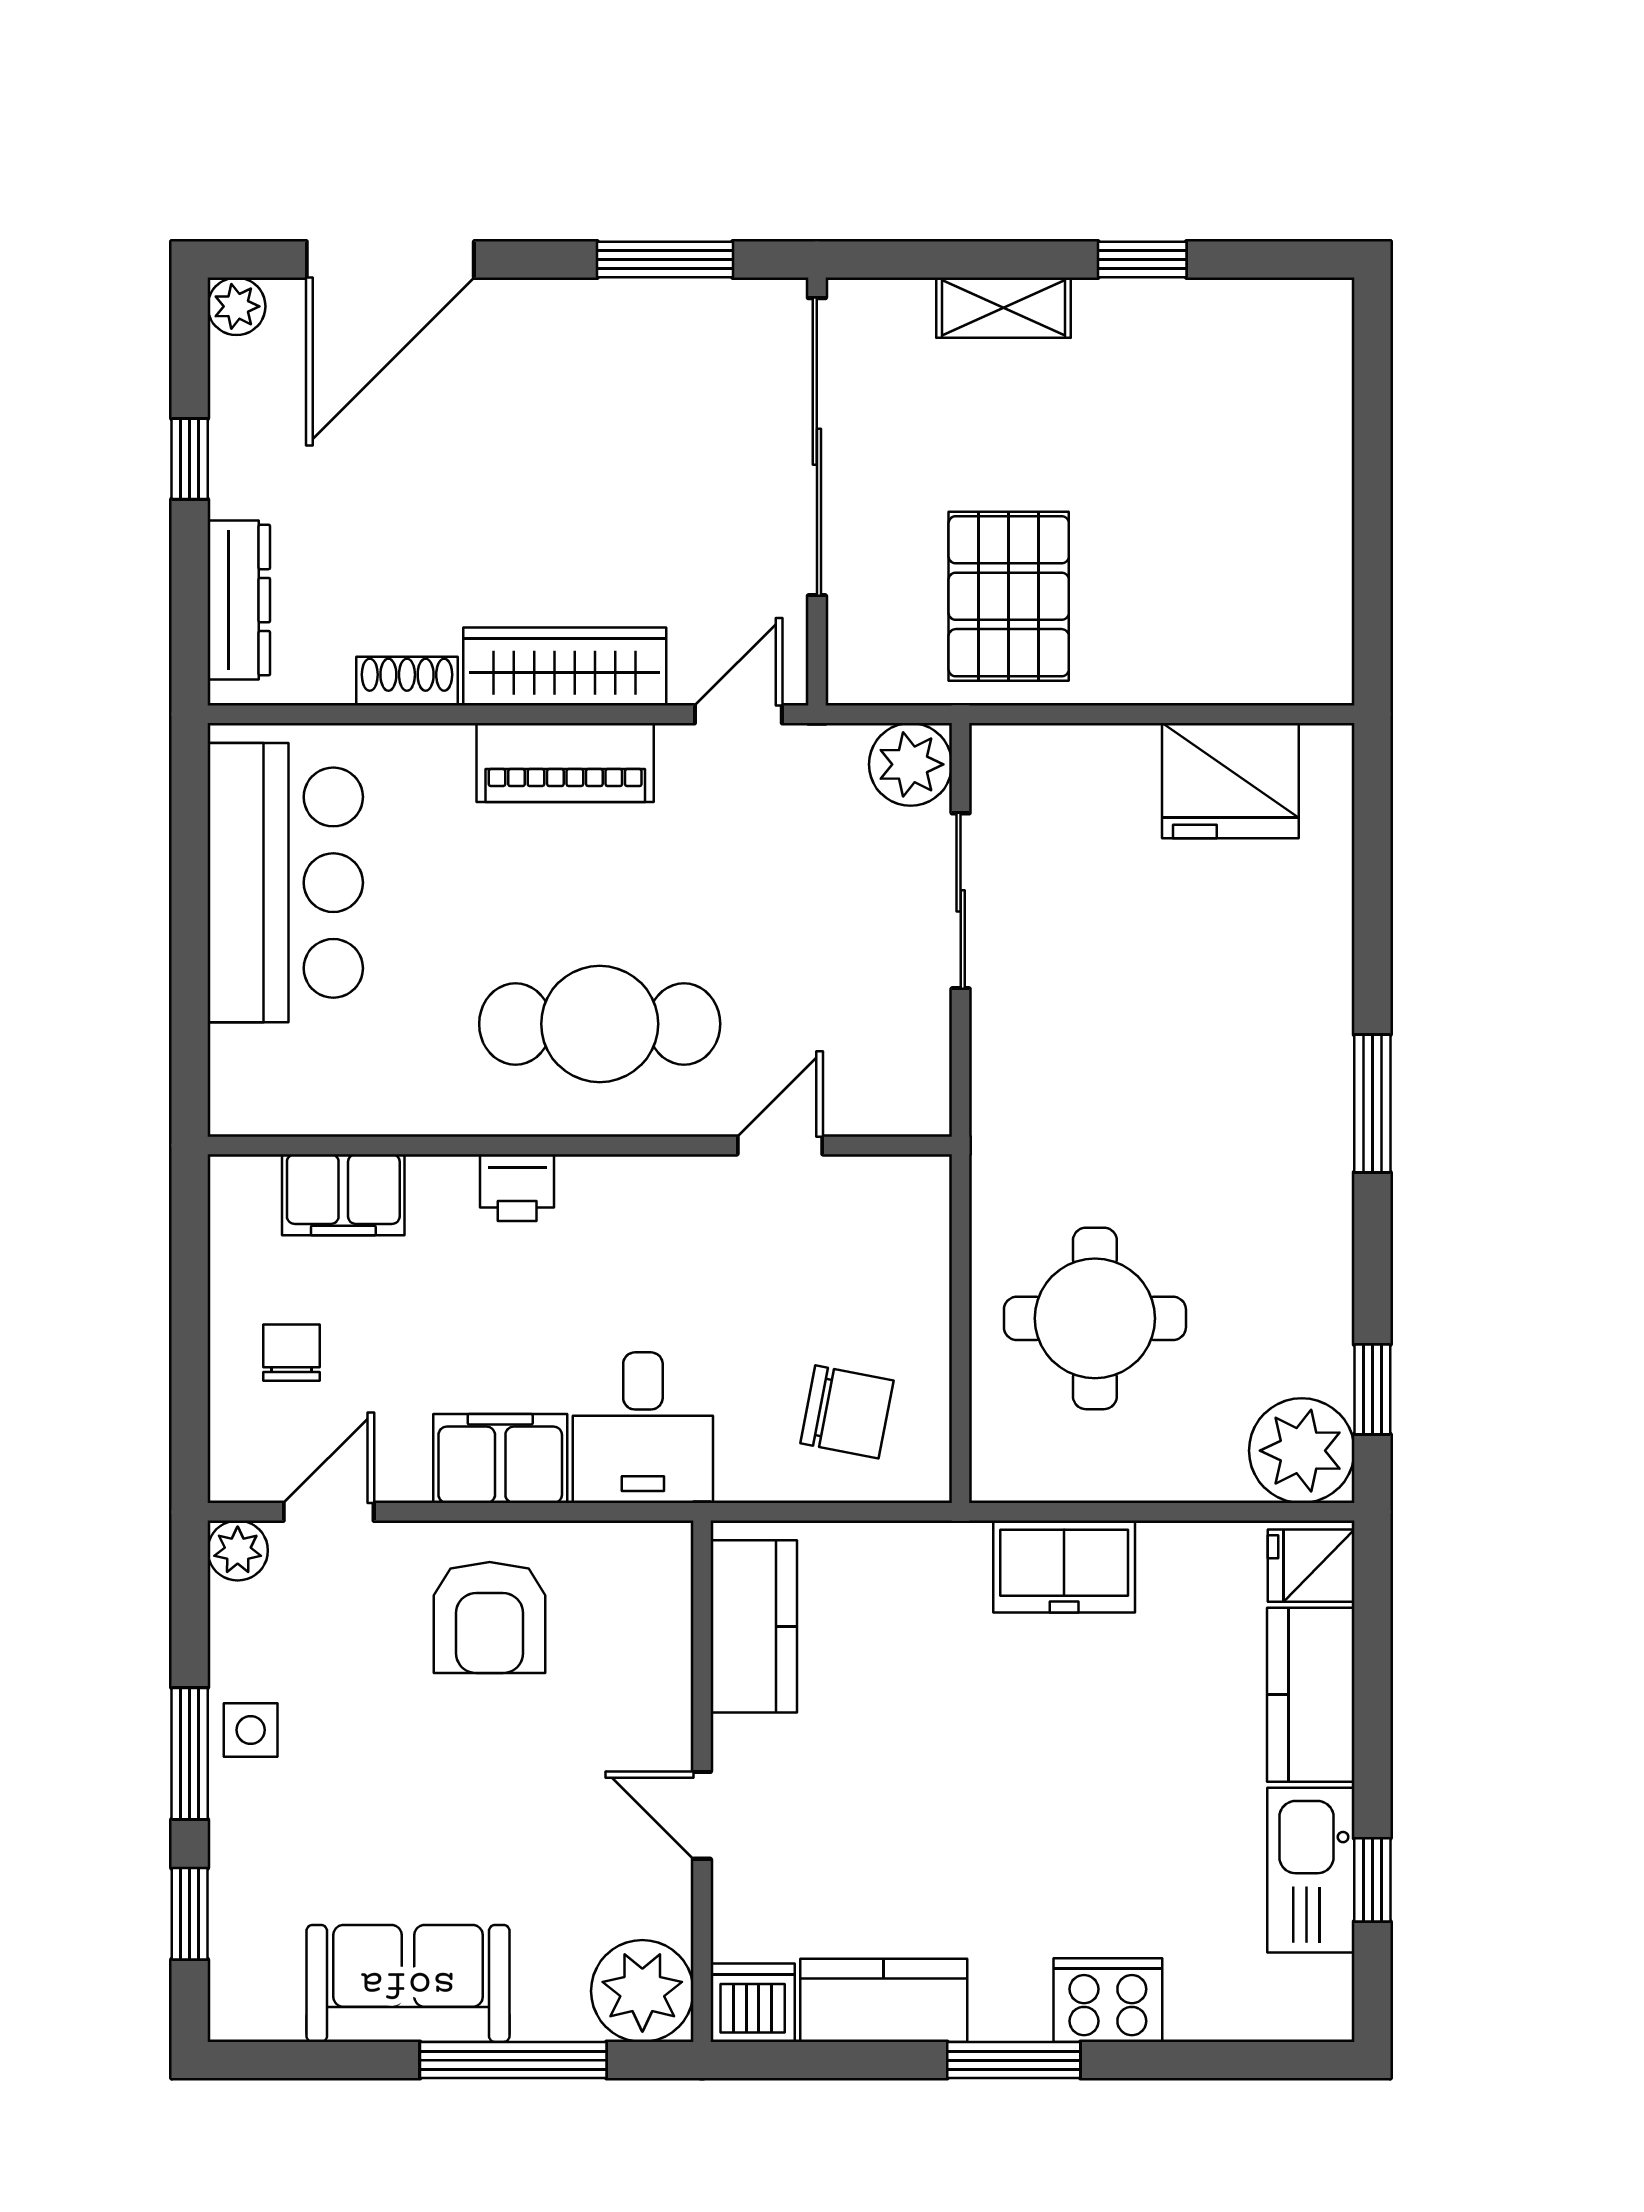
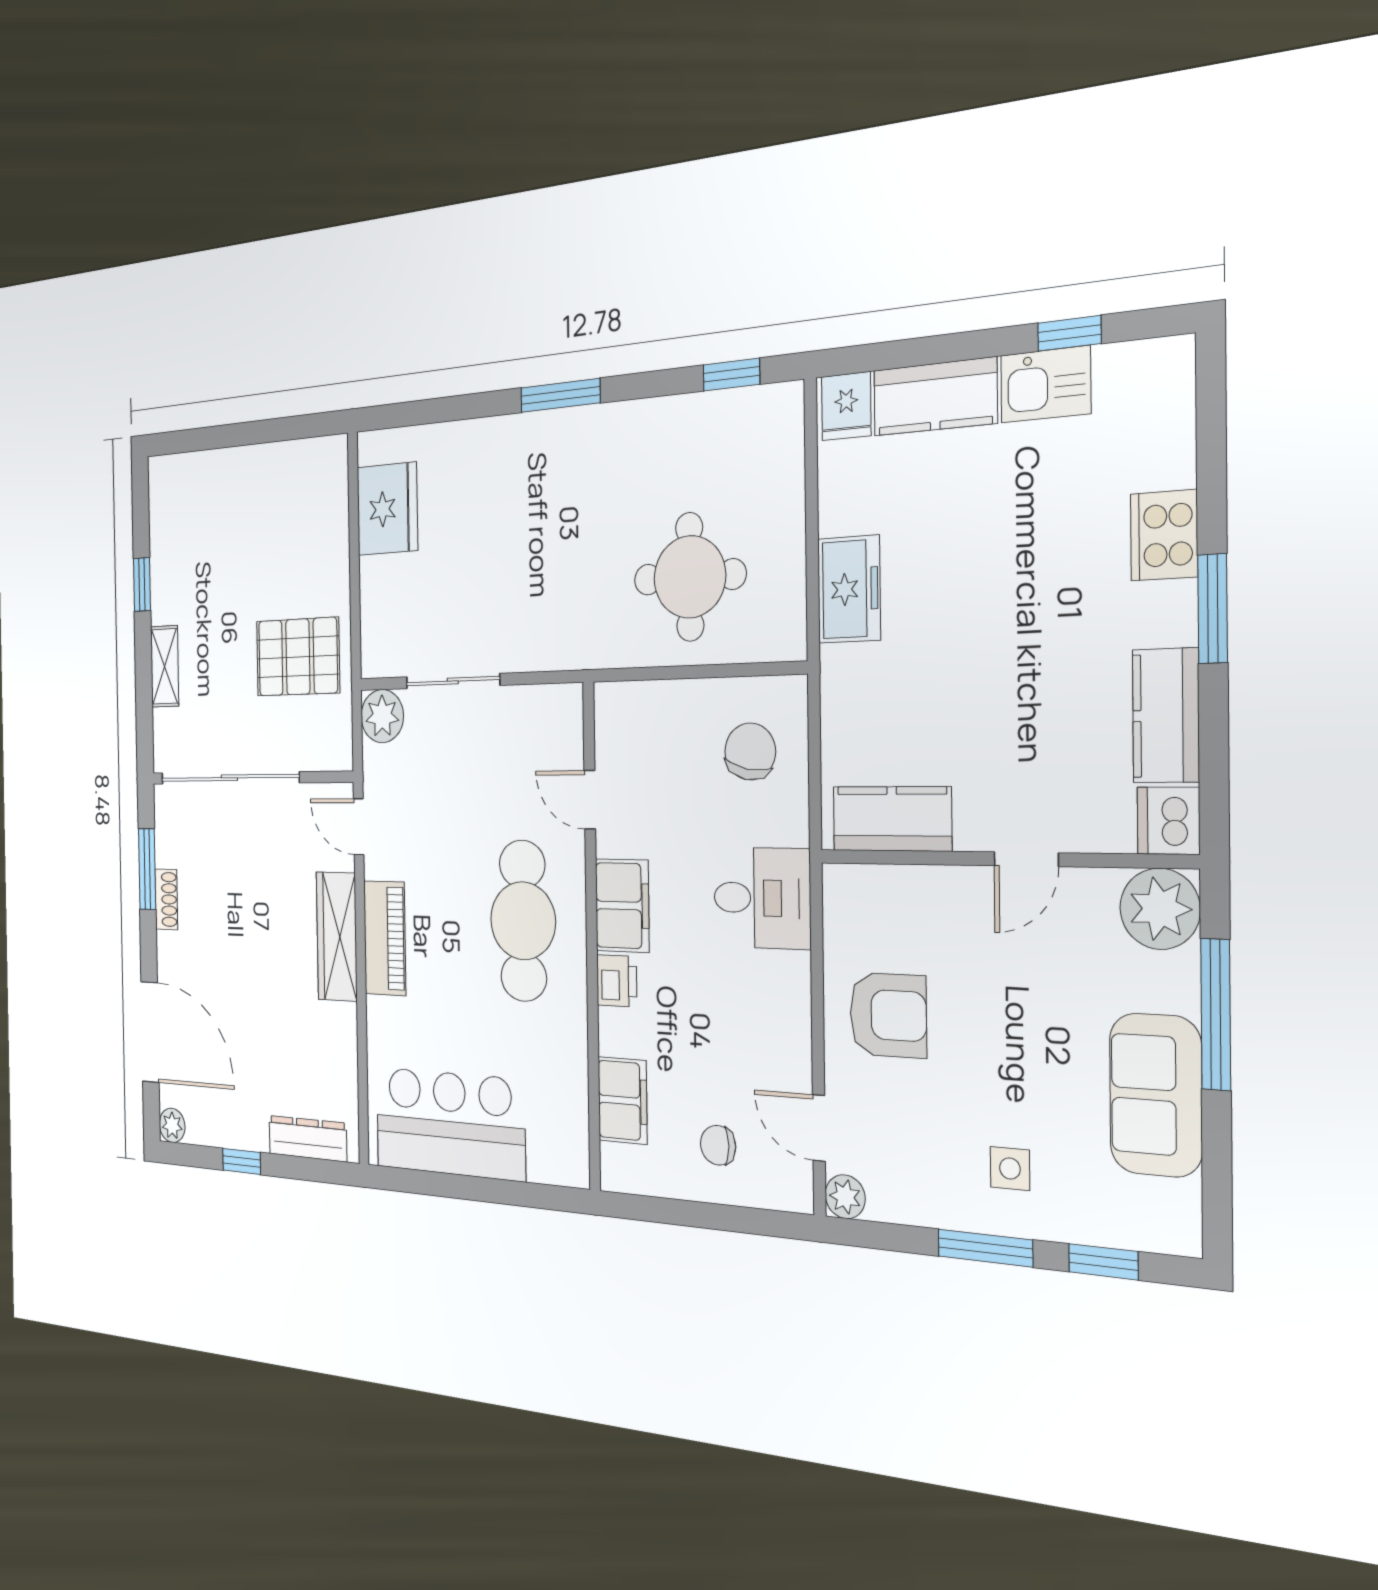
shoe rack: (407, 681) -> (166, 899), moved, turned 180
plant: (1302, 1451) -> (771, 421), removed
filing cabinet: (500, 1459) -> (622, 906), moved, turned 180
side table: (251, 1730) -> (1010, 1168), moved
kitchen sink: (1311, 1870) -> (1046, 384), width x0.73

